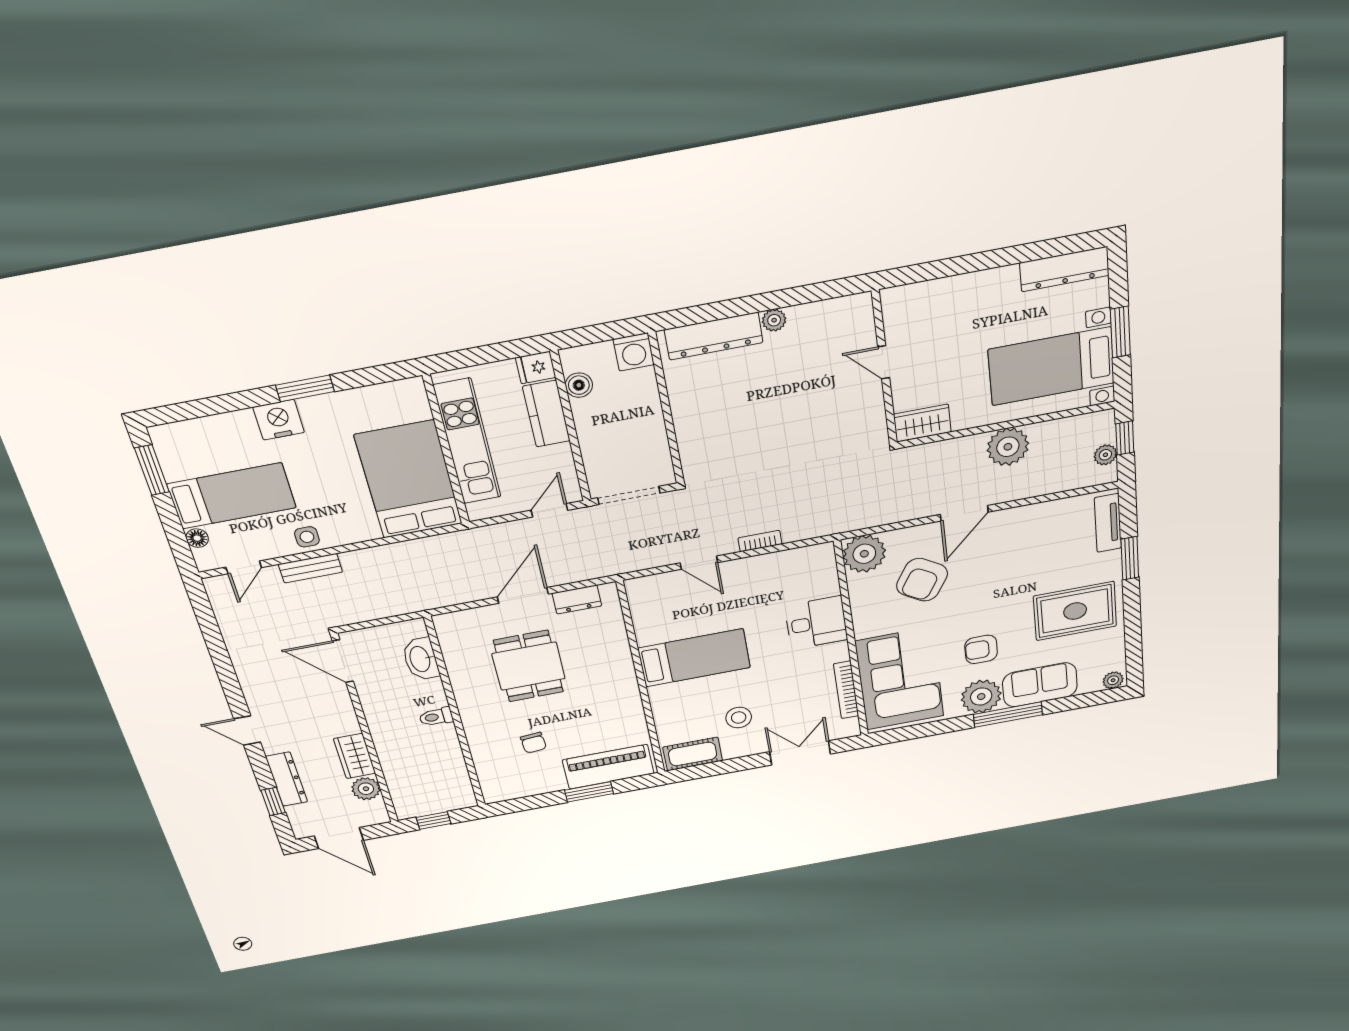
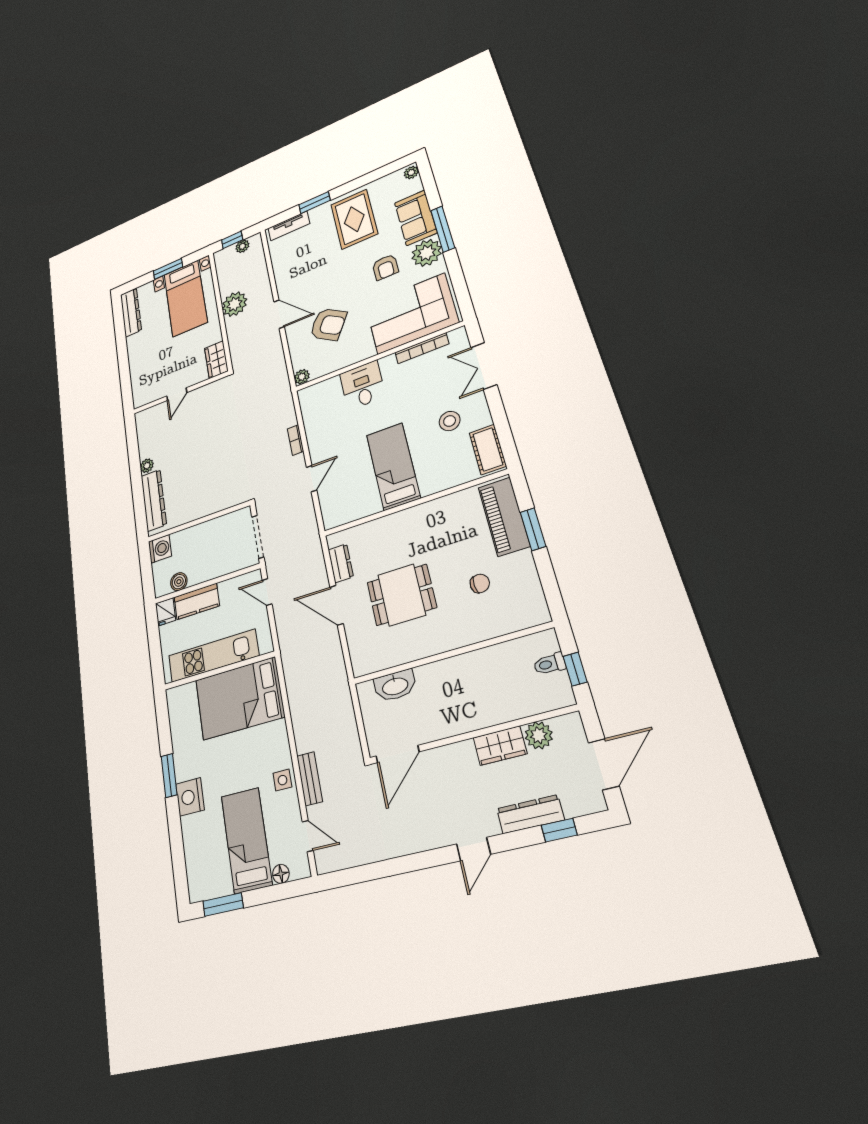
plant: (864, 554) -> (302, 377), width x0.53, depth x0.53
toilet: (436, 717) -> (550, 664), moved, turned 90

